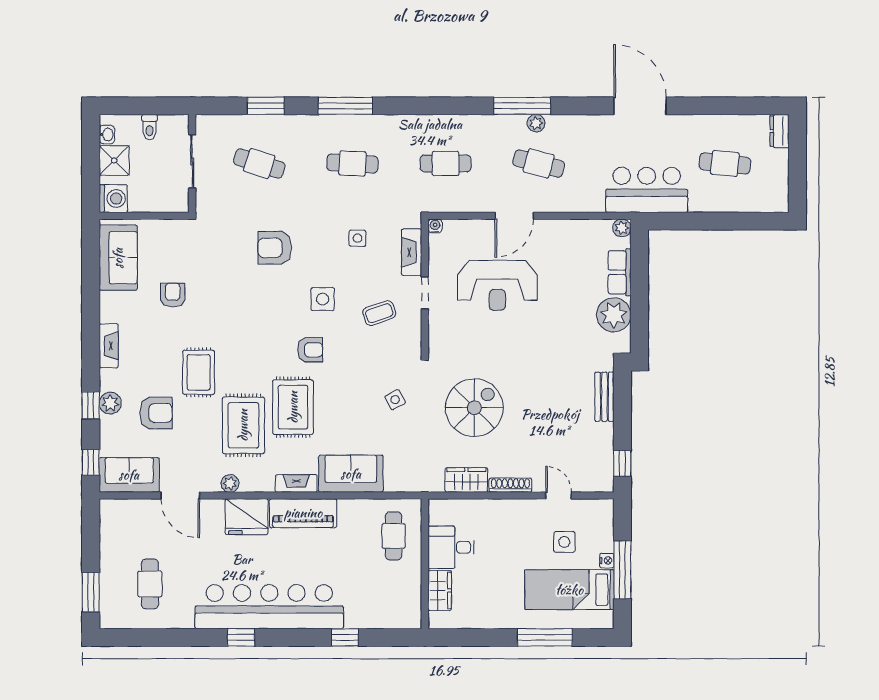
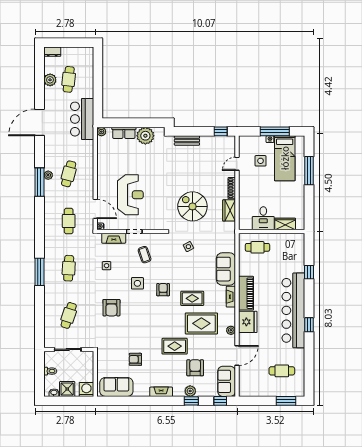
window: (266, 106) -> (39, 312), removed
plant: (724, 127) -> (50, 80), added
door: (514, 216) -> (95, 209), moved
rug: (293, 407) -> (192, 298), width x0.73, depth x0.70

